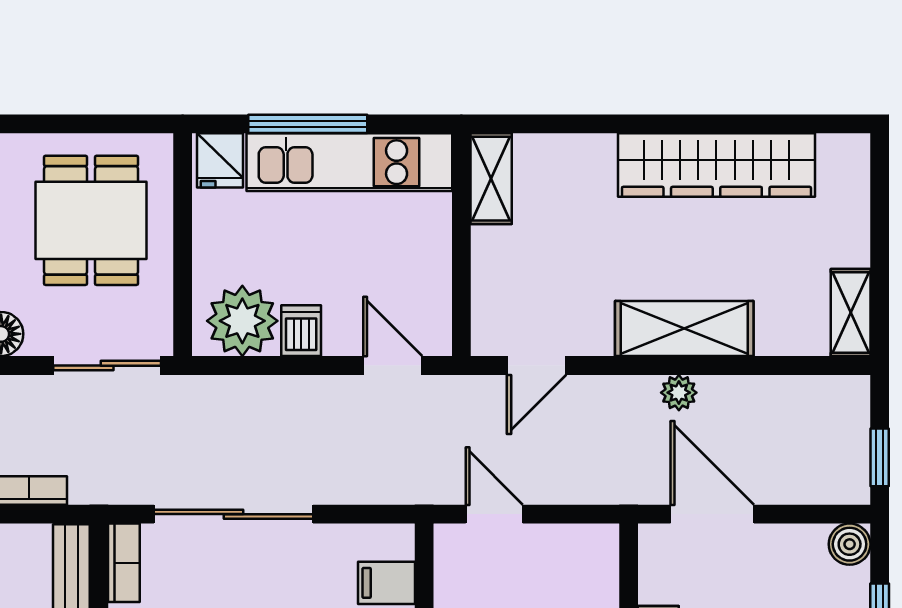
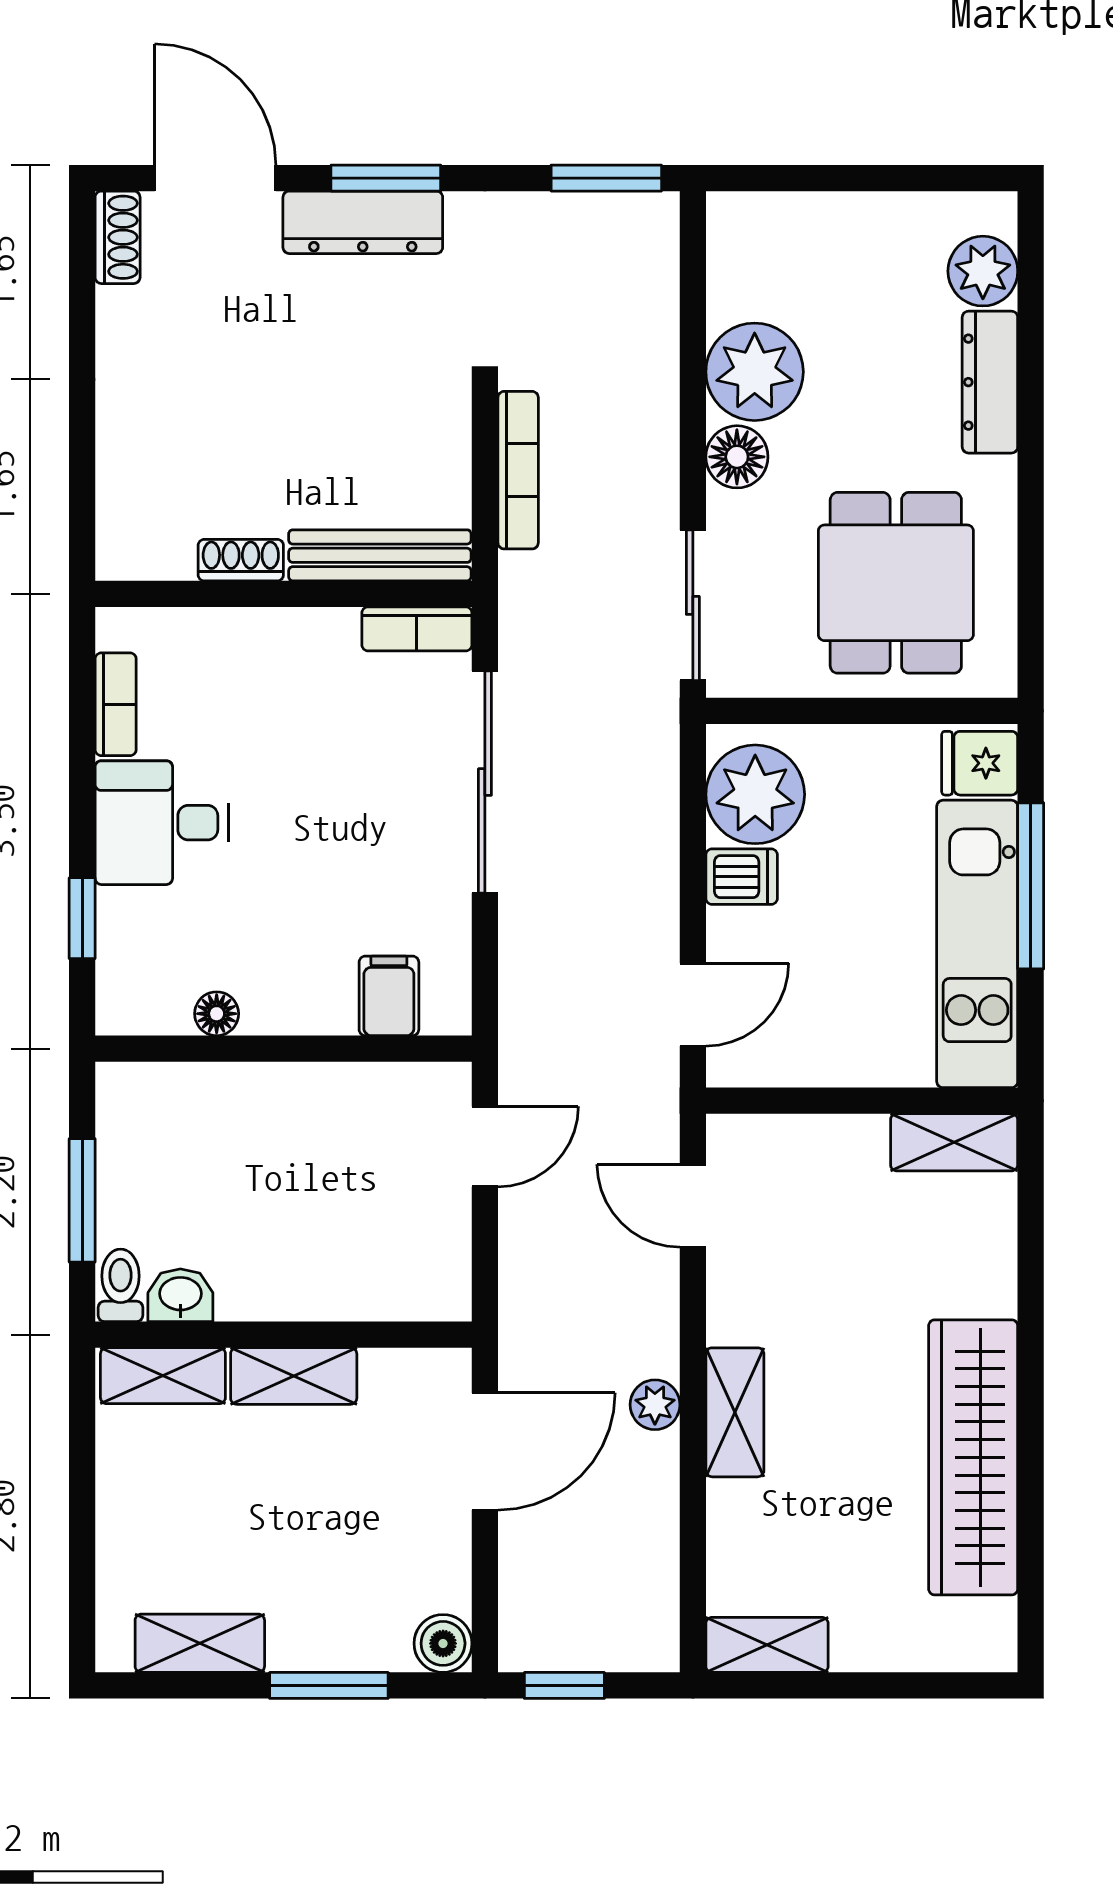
dining table: (91, 220) -> (896, 583), turned 90
shelving: (684, 329) -> (735, 1412), width x0.67, depth x0.75

